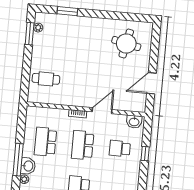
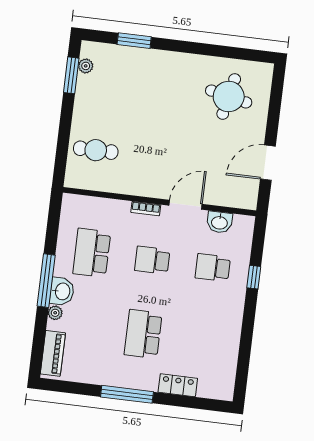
washbasin: (134, 122) -> (220, 222), moved
school desk: (83, 145) -> (152, 260), width x0.54

